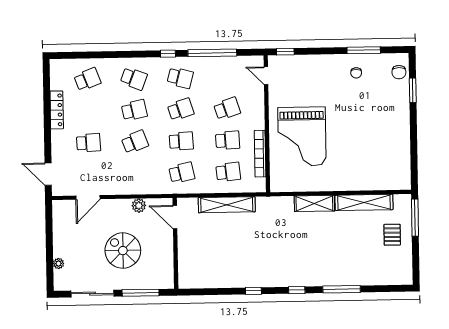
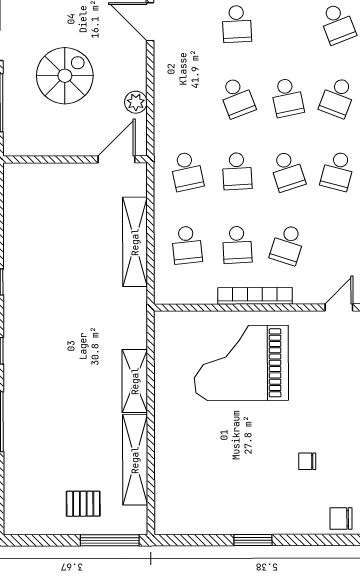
chair: (356, 73) -> (307, 461), moved
window: (413, 90) -> (253, 540), moved
school desk: (227, 109) -> (287, 245), turned 36
bookcase: (260, 154) -> (255, 296), moved

